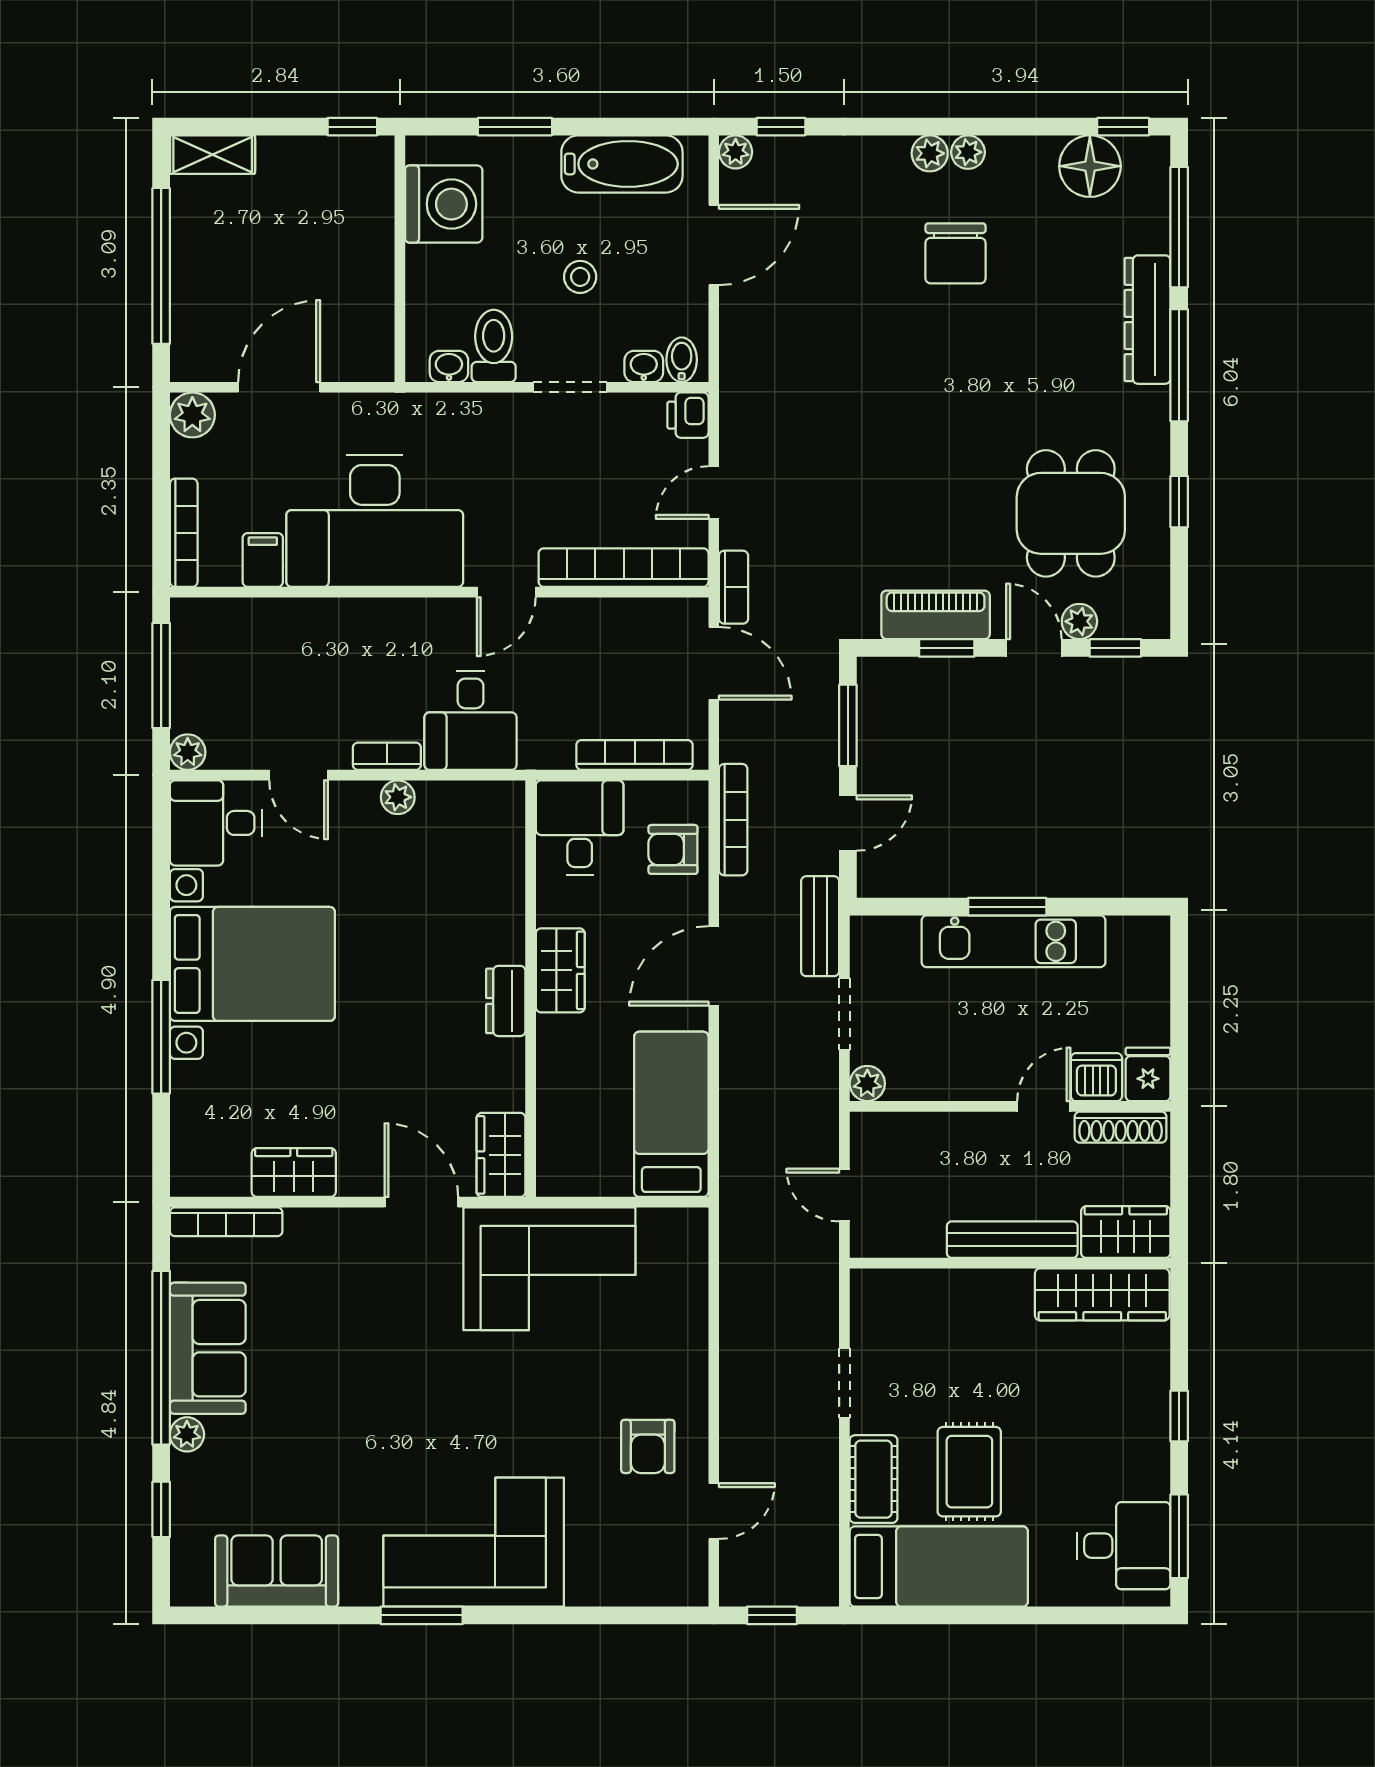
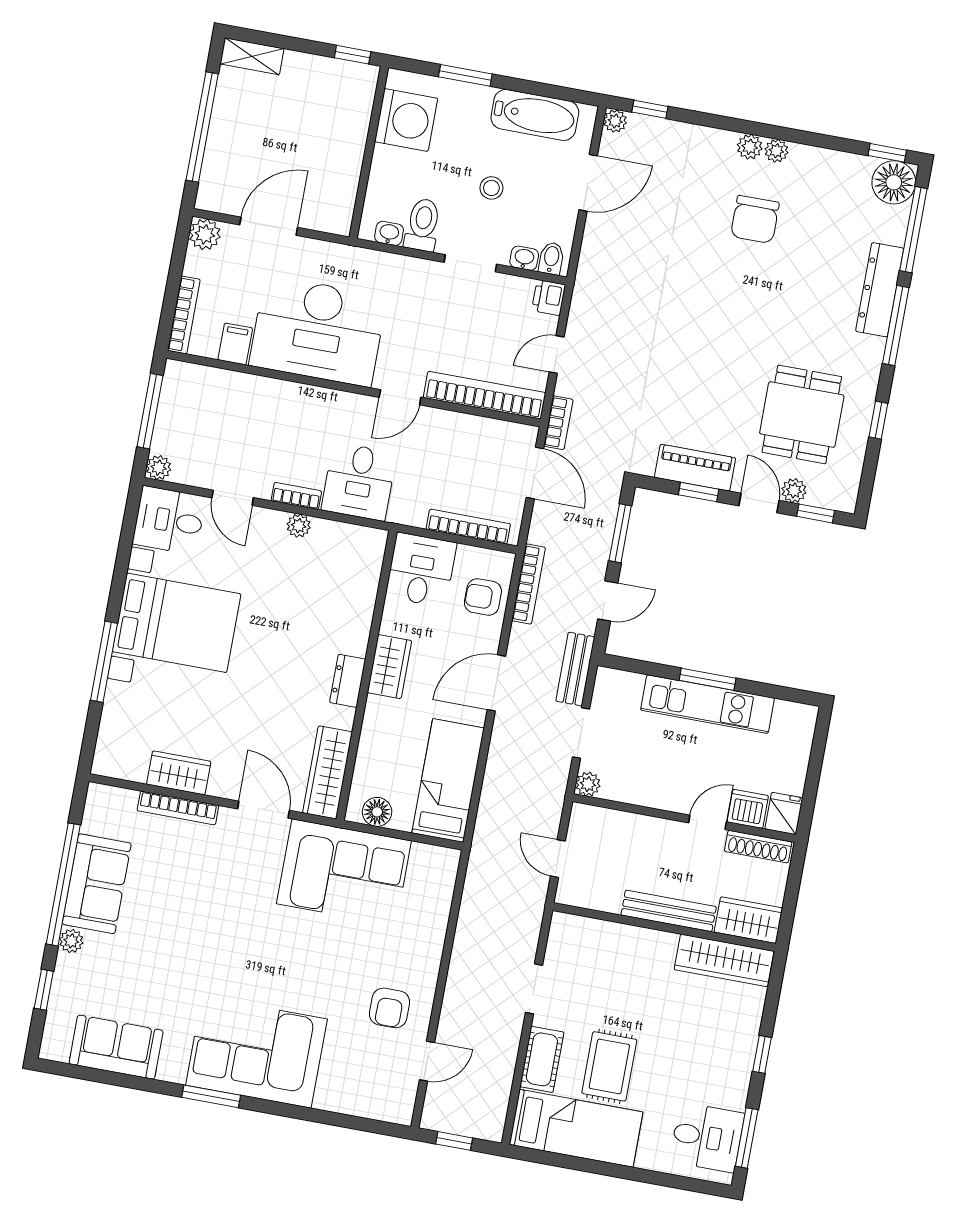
floor lamp: (1090, 166) -> (894, 182), moved
wardrobe: (501, 1155) -> (327, 772), width x1.50
floor lamp: (580, 1176) -> (377, 812), added
bookcase: (226, 1222) -> (178, 808), moved

